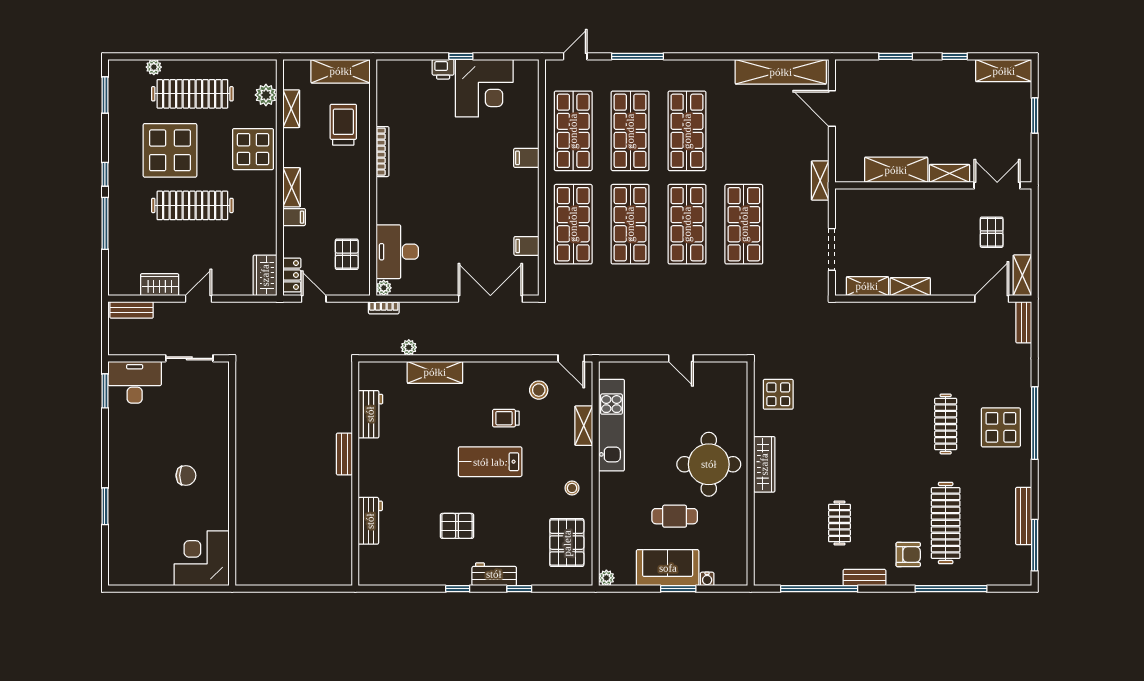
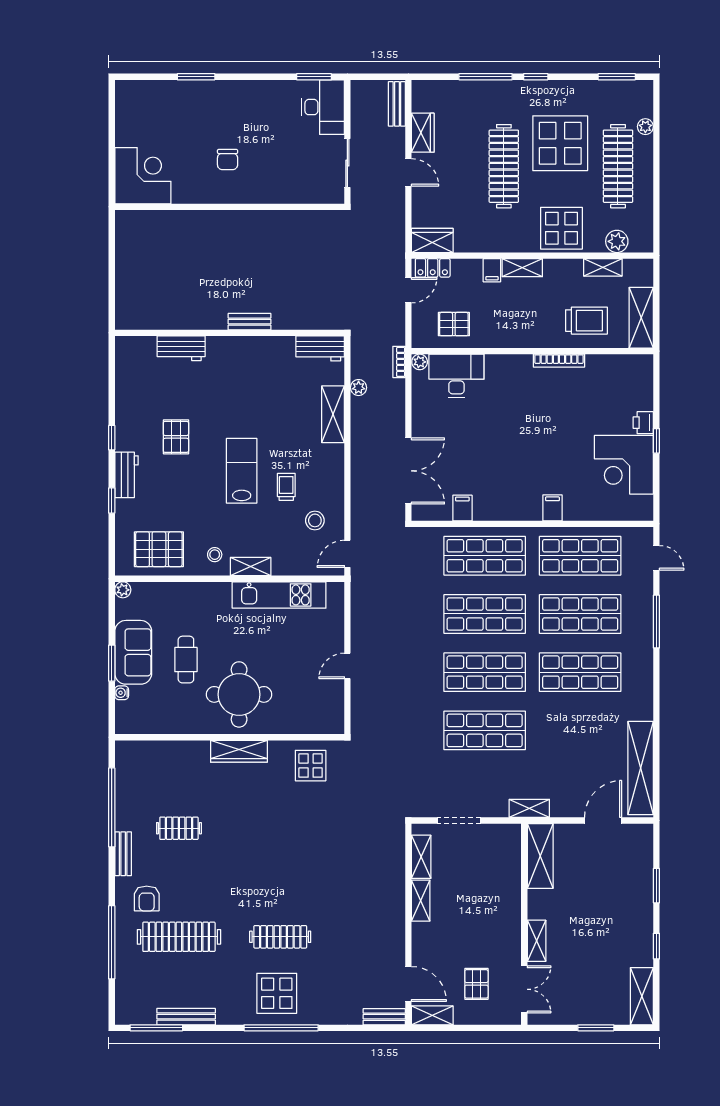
shelving: (896, 170) -> (540, 856), moved
pallet: (992, 232) -> (476, 984), turned 90
workbench: (370, 414) -> (320, 348), moved
shelving: (584, 426) -> (251, 567), moved

